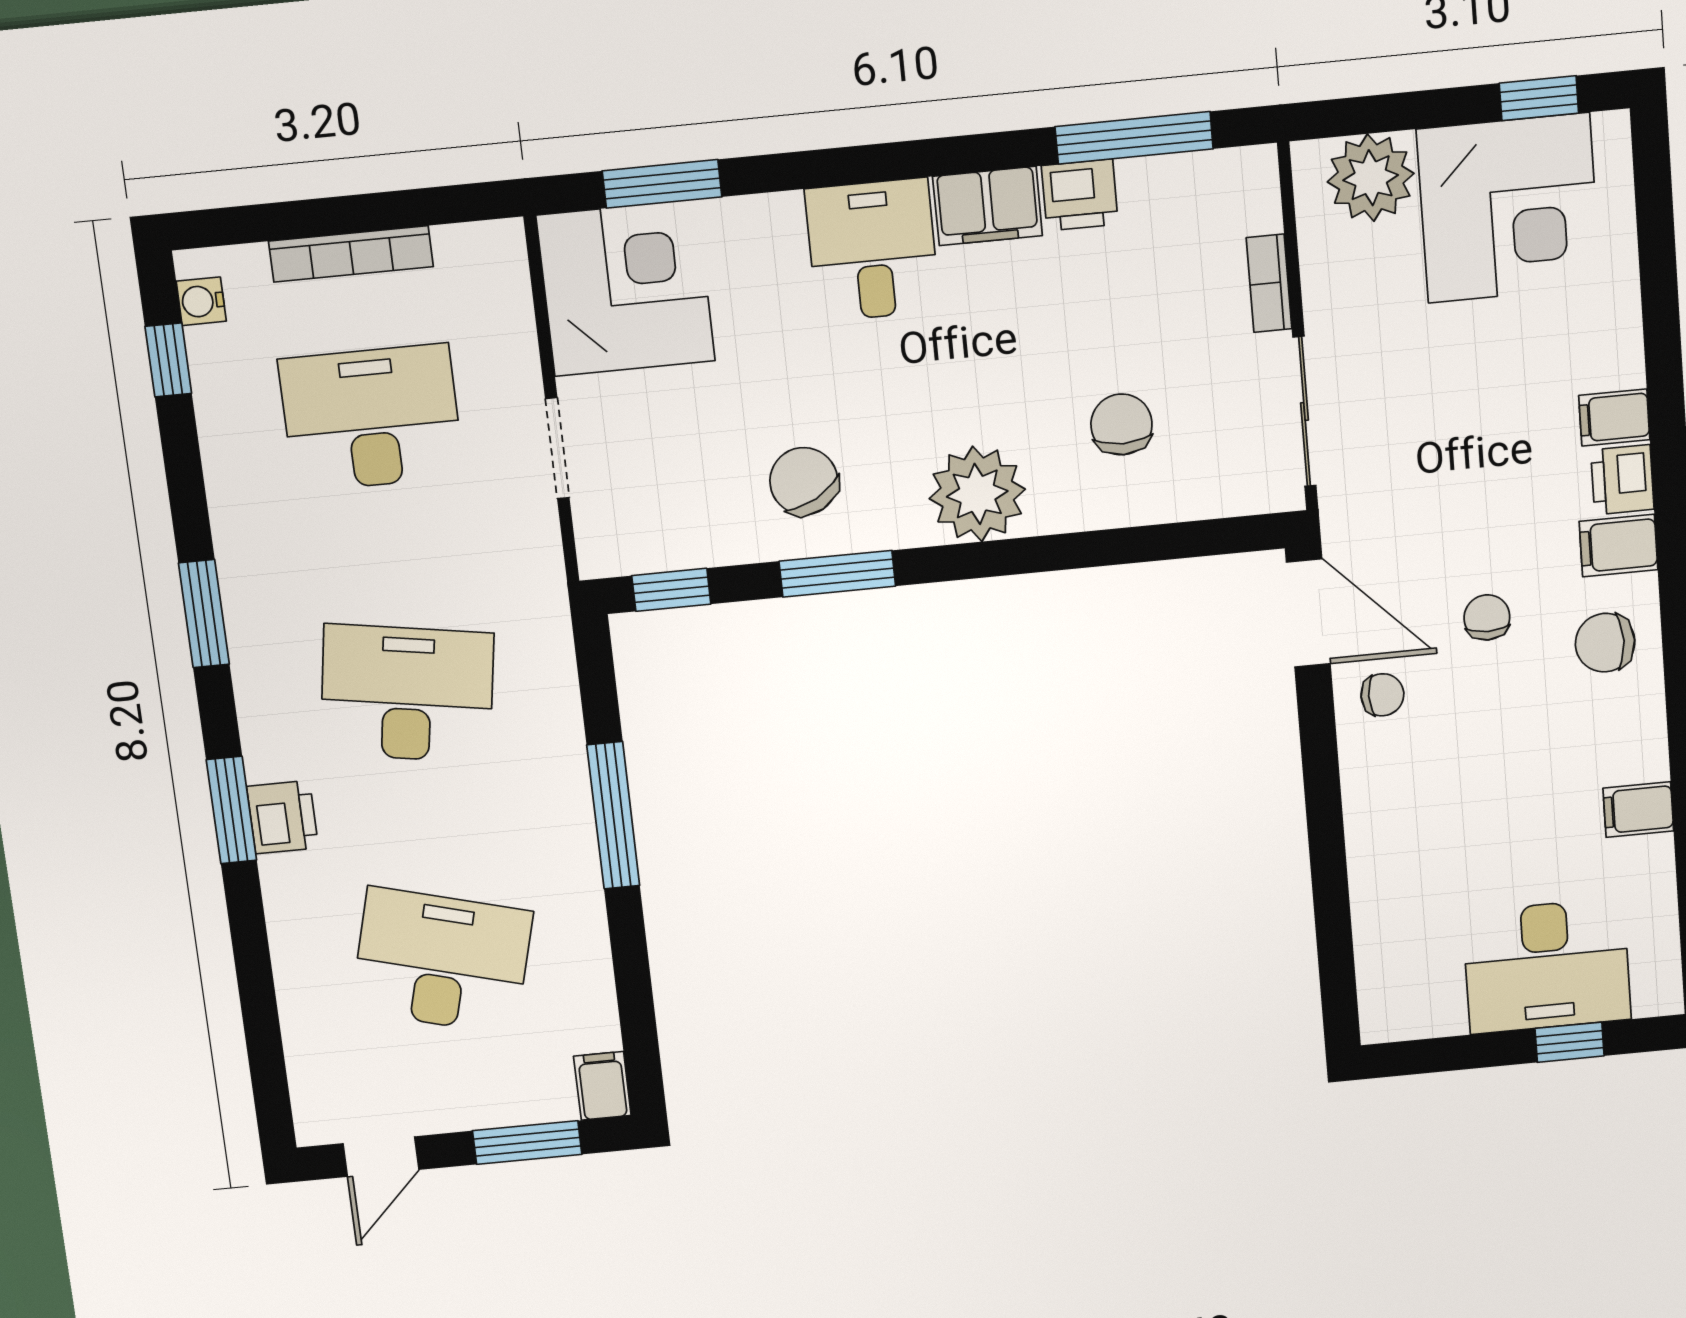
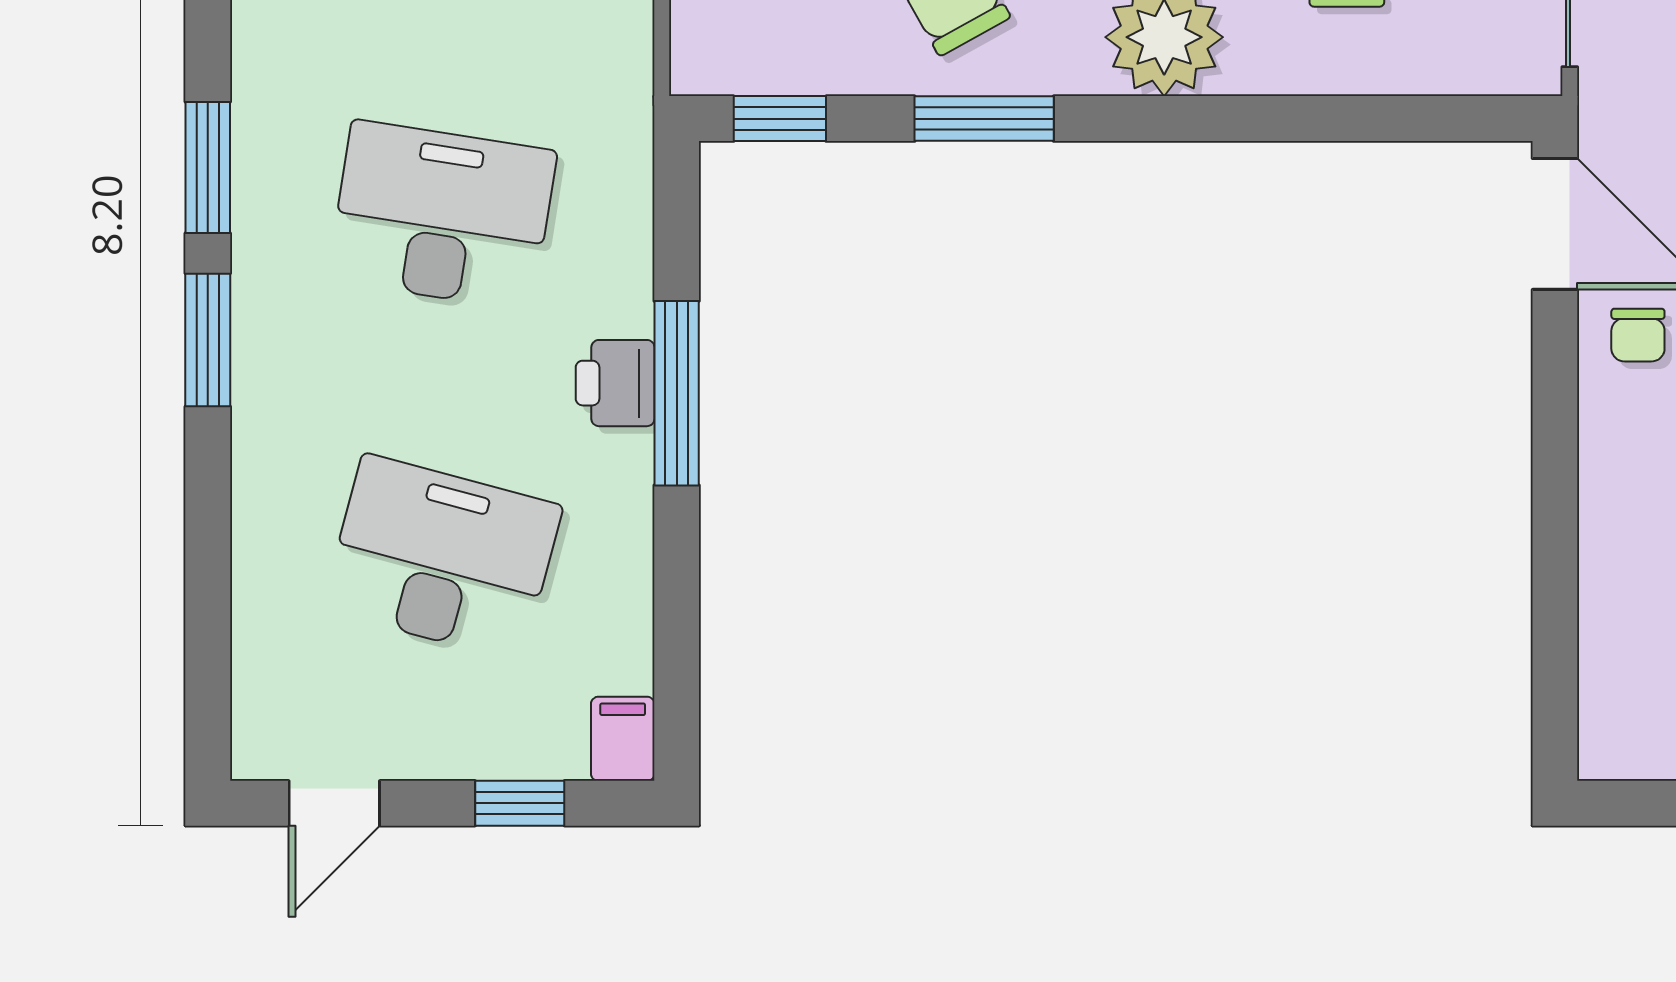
window: (204, 614) -> (208, 167), moved
chair: (1382, 695) -> (1638, 335), turned 90
printer: (283, 817) -> (615, 383), moved, turned 180
window: (527, 1143) -> (520, 803), width x0.67

